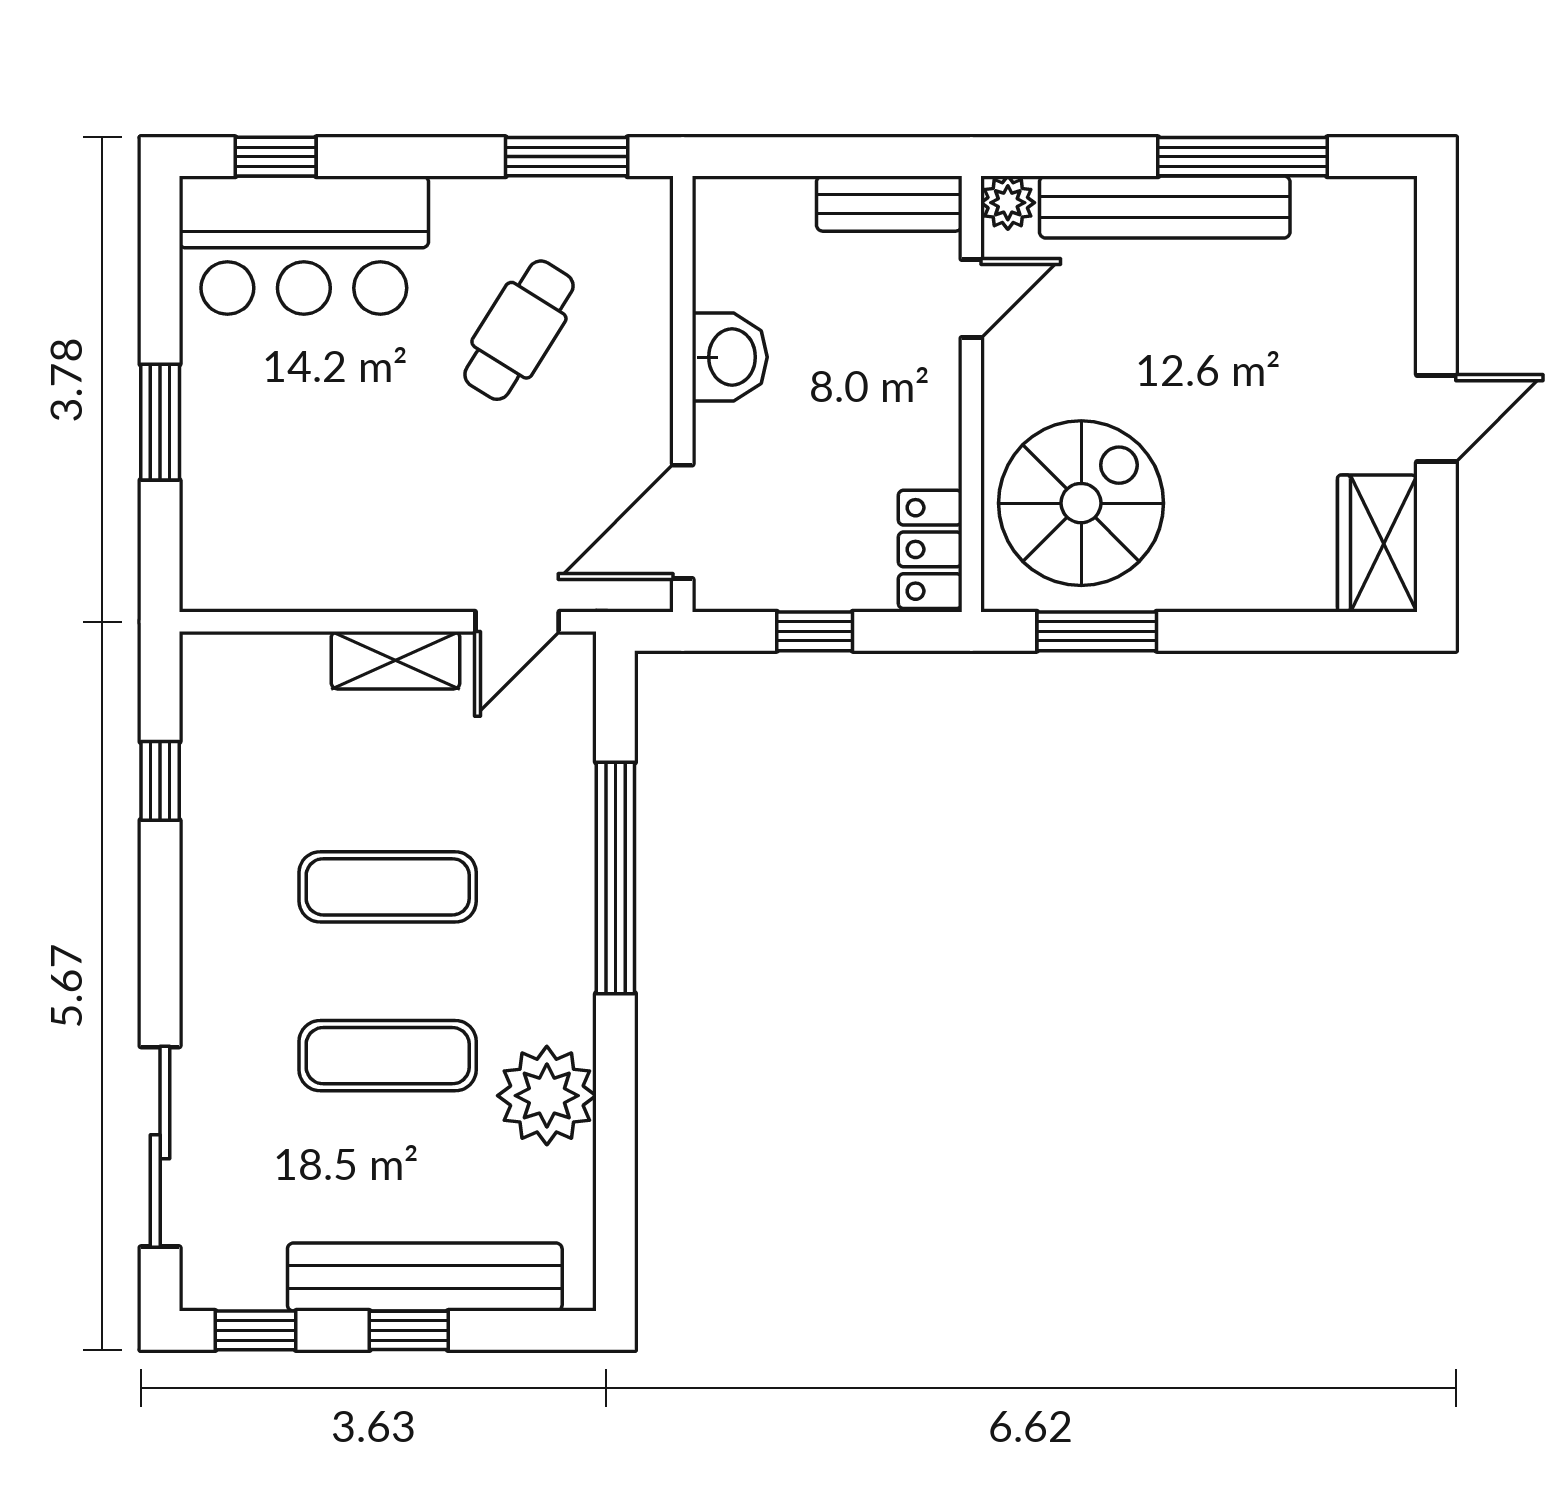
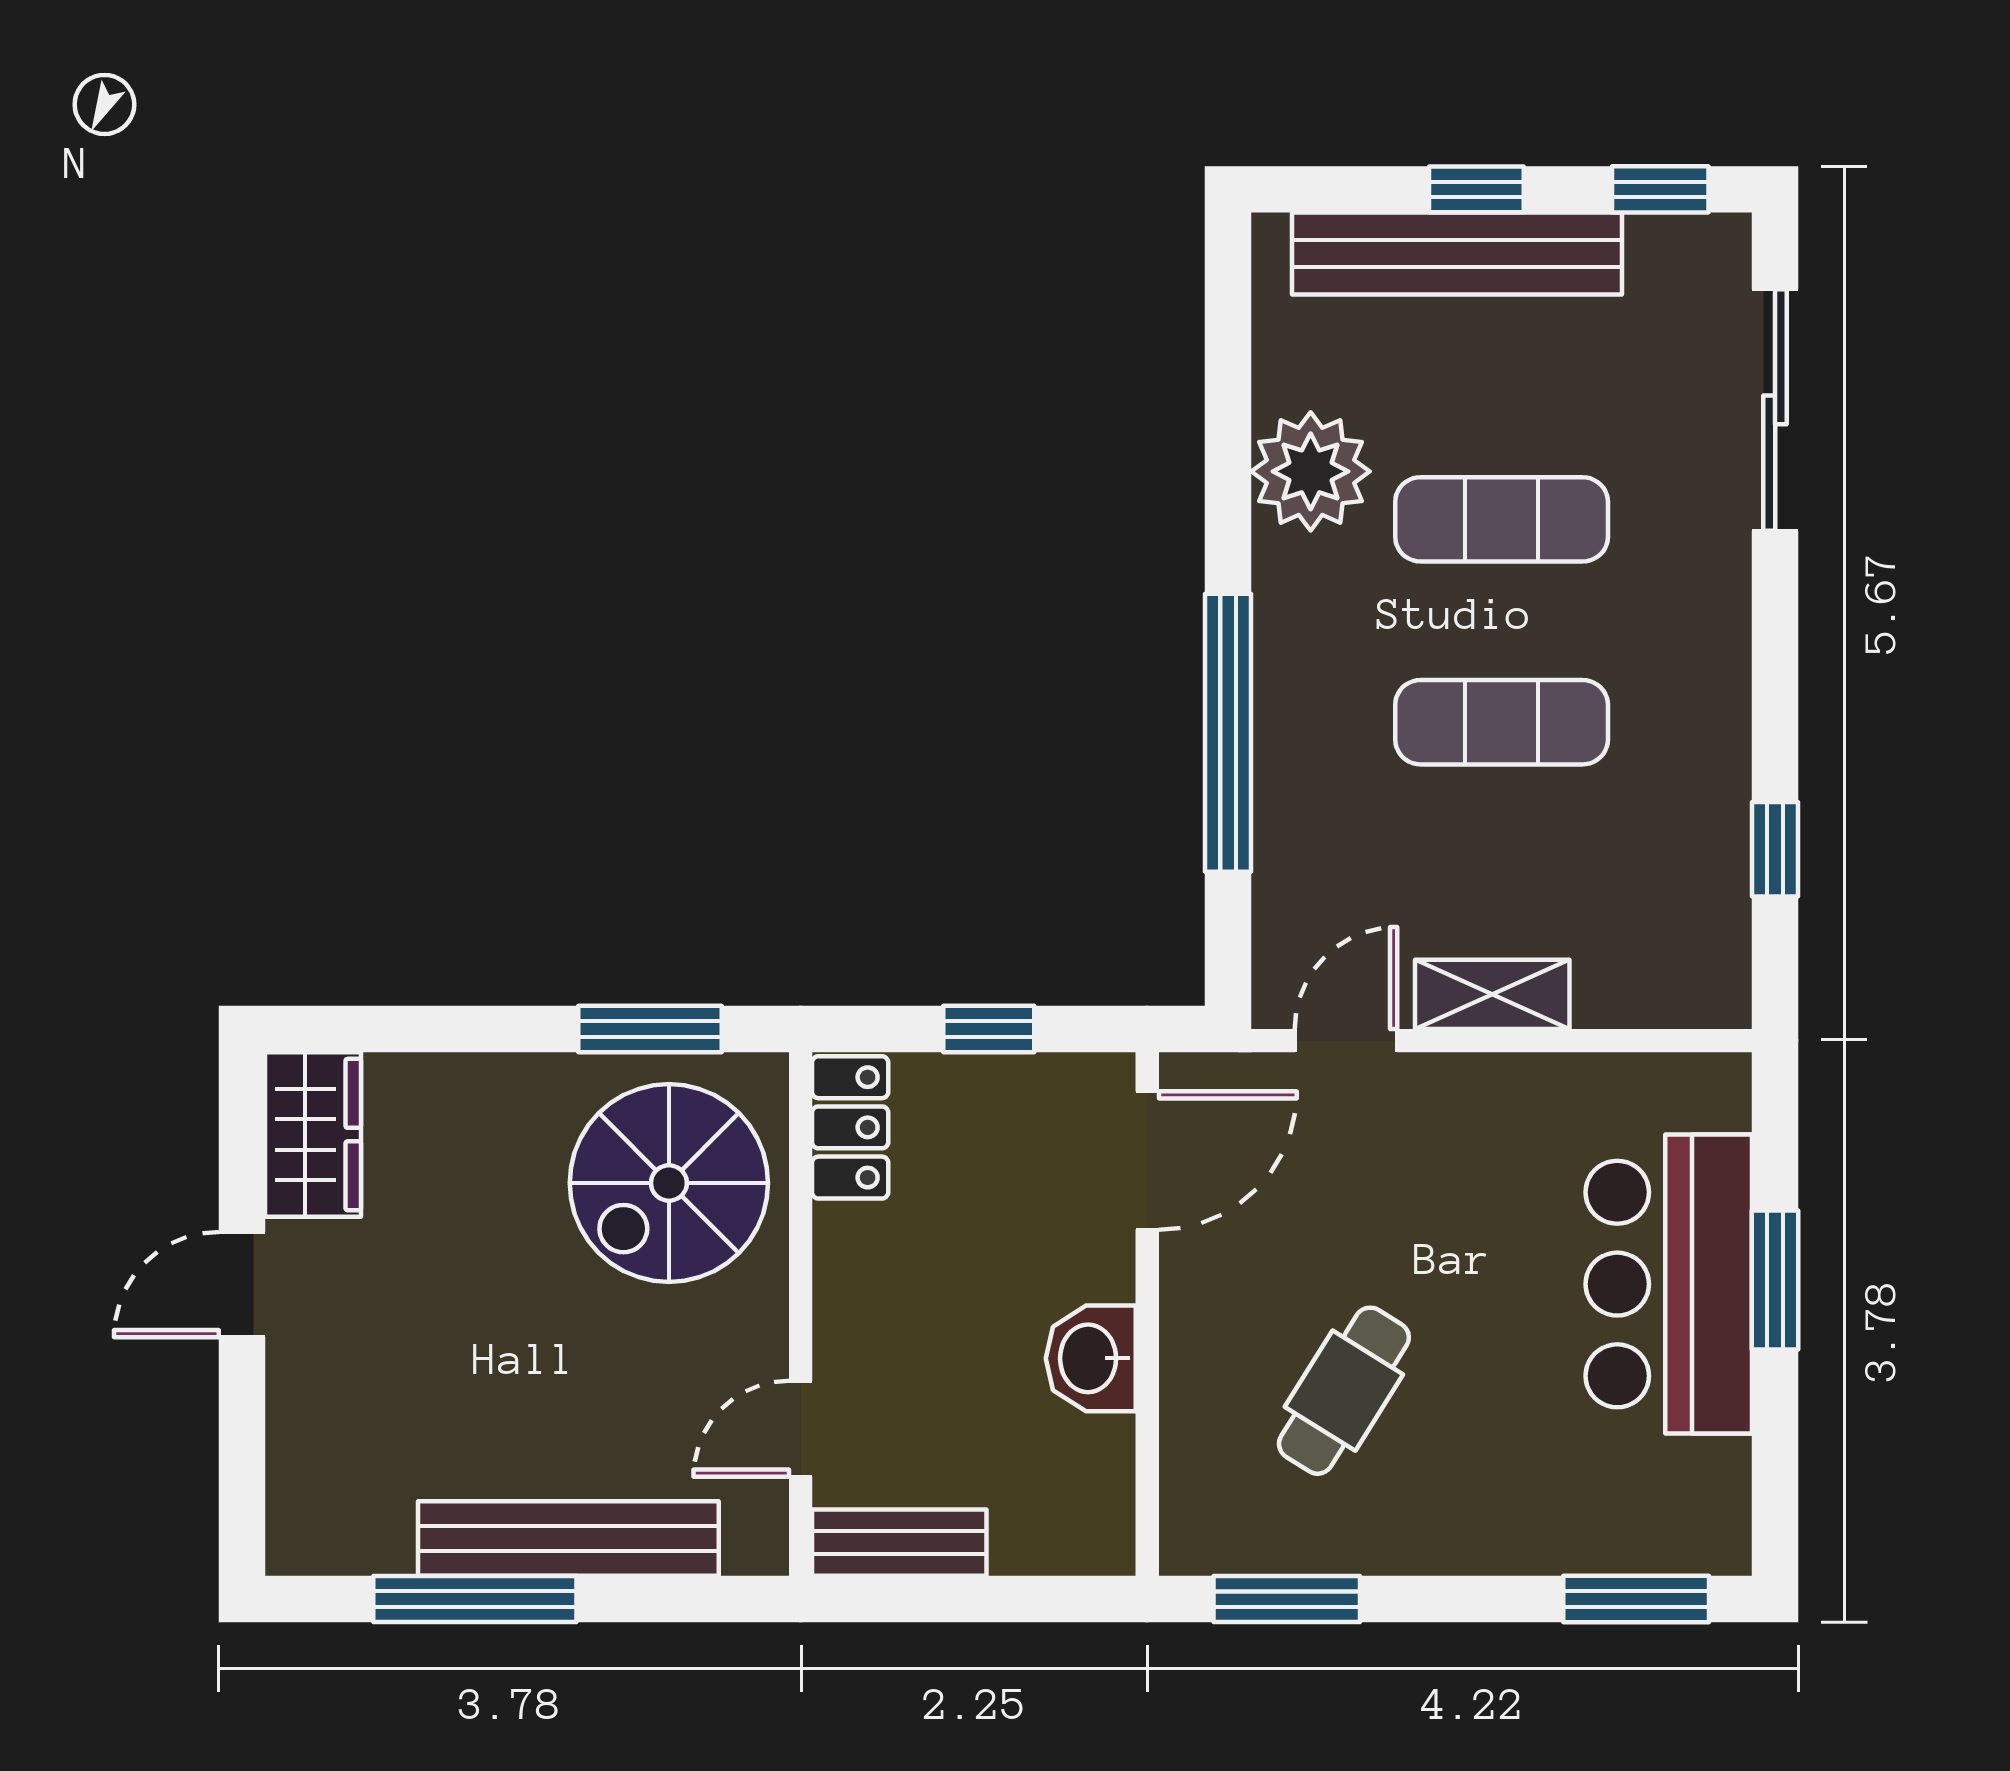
window: (276, 157) -> (1636, 1599), width x1.50
plant: (1008, 203) -> (757, 1544), removed
bar counter: (304, 245) -> (1669, 1284), moved, turned -90

